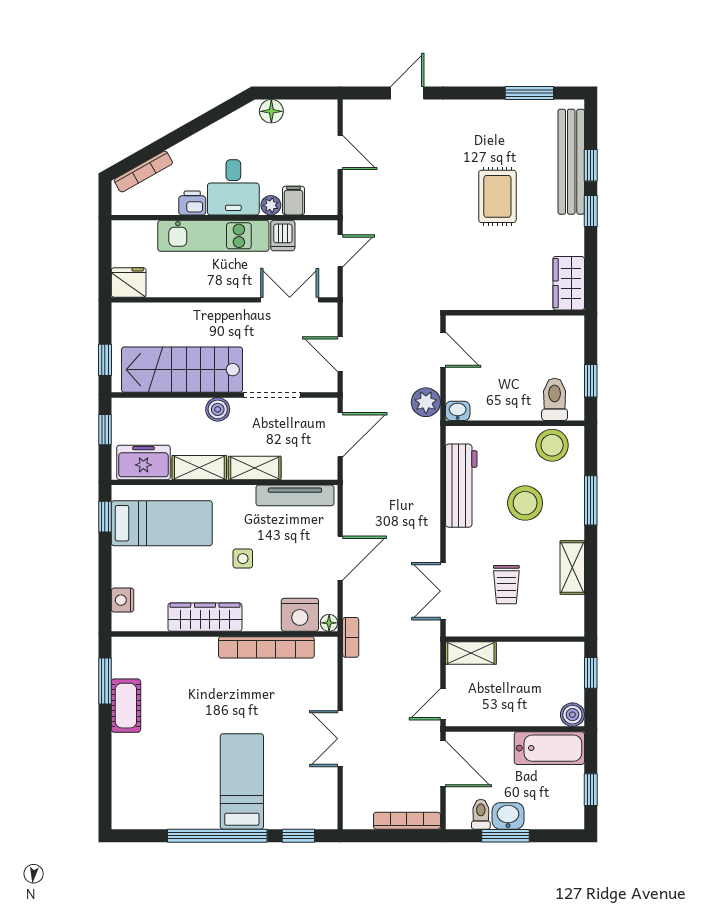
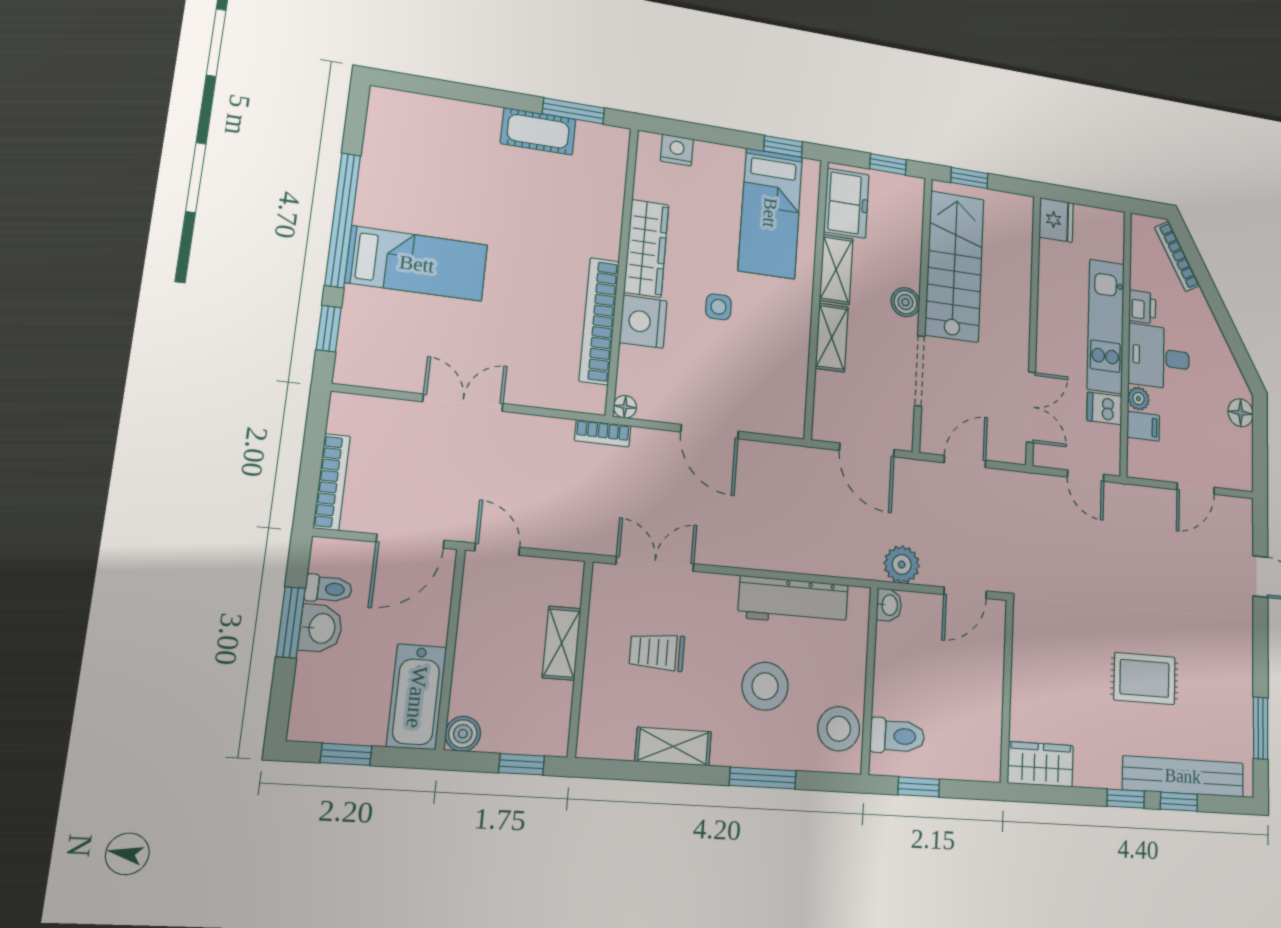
tv unit: (295, 495) -> (794, 383), removed
nightstand: (300, 615) -> (643, 322), moved
shelving: (471, 653) -> (562, 643), moved

